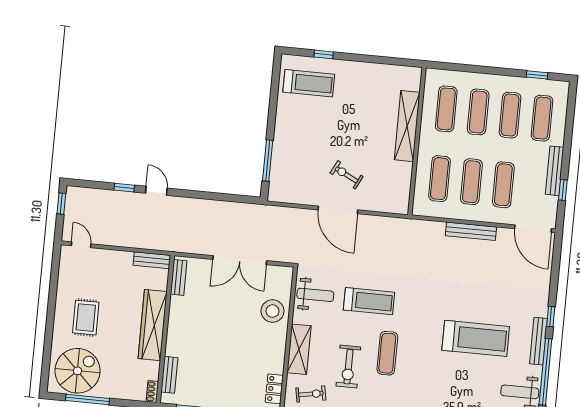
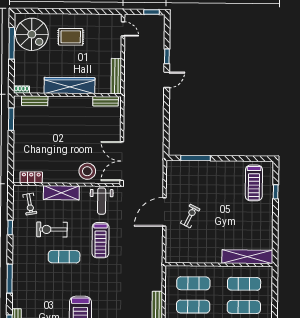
shelving: (407, 126) -> (247, 257), moved
door: (81, 245) -> (123, 29), hinge flipped
bench: (152, 260) -> (116, 76), width x1.36
double door: (240, 260) -> (122, 161), moved

